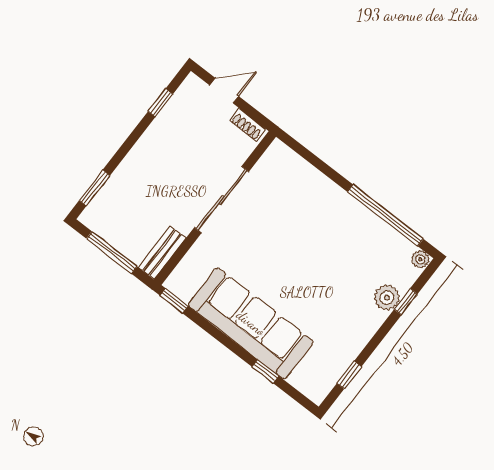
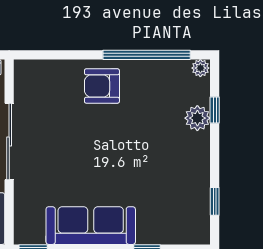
armchair: (330, 213) -> (102, 86), added
sofa: (251, 323) -> (91, 226), width x0.74, depth x0.79

